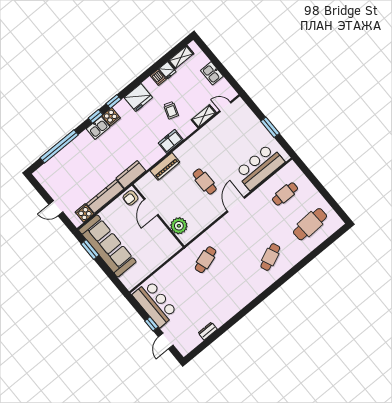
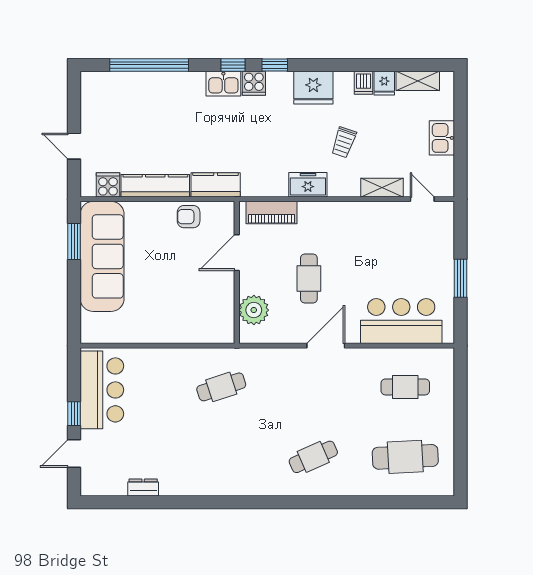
door: (151, 207) -> (237, 253), moved
wall: (158, 216) -> (237, 272), moved
plant: (179, 226) -> (254, 310), moved

